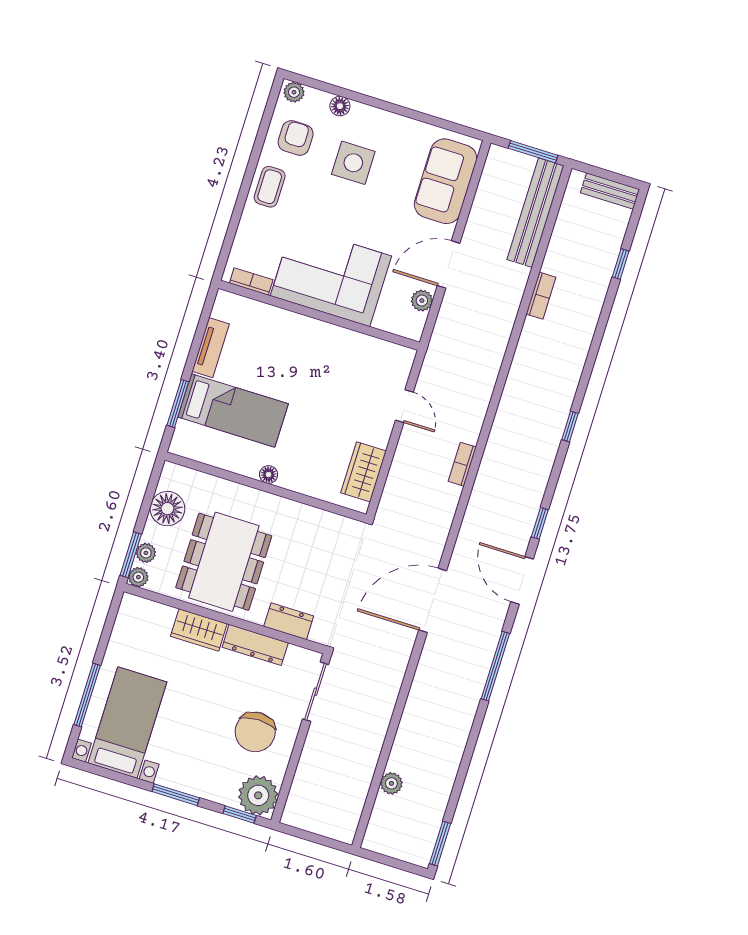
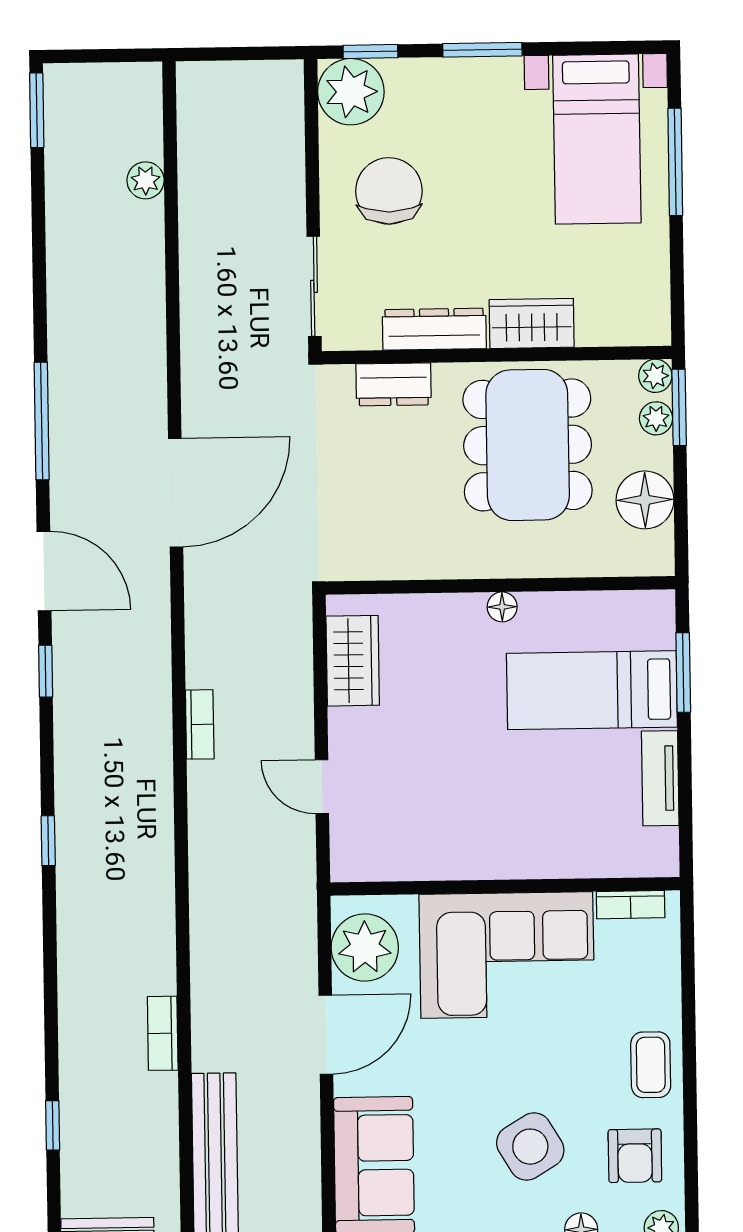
side table: (353, 163) -> (530, 1147), turned -31
plant: (422, 301) -> (365, 947), width x1.88, depth x1.88

